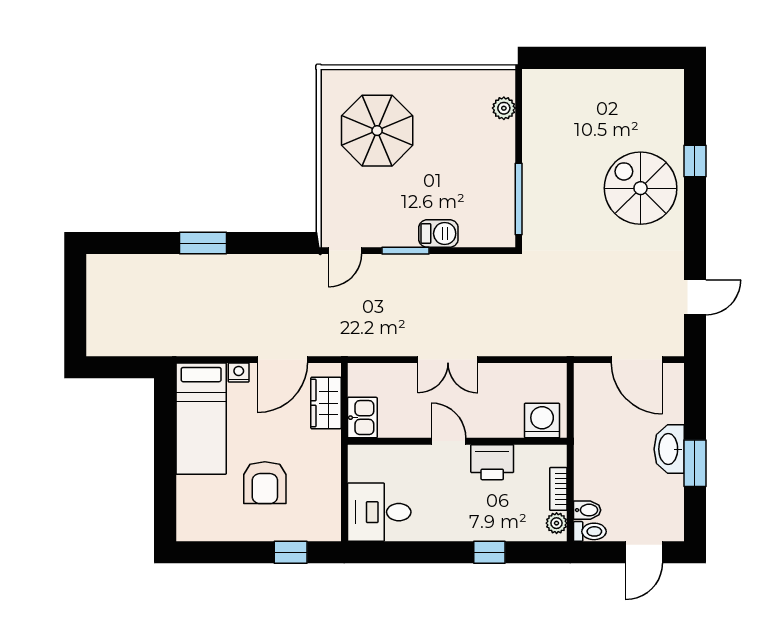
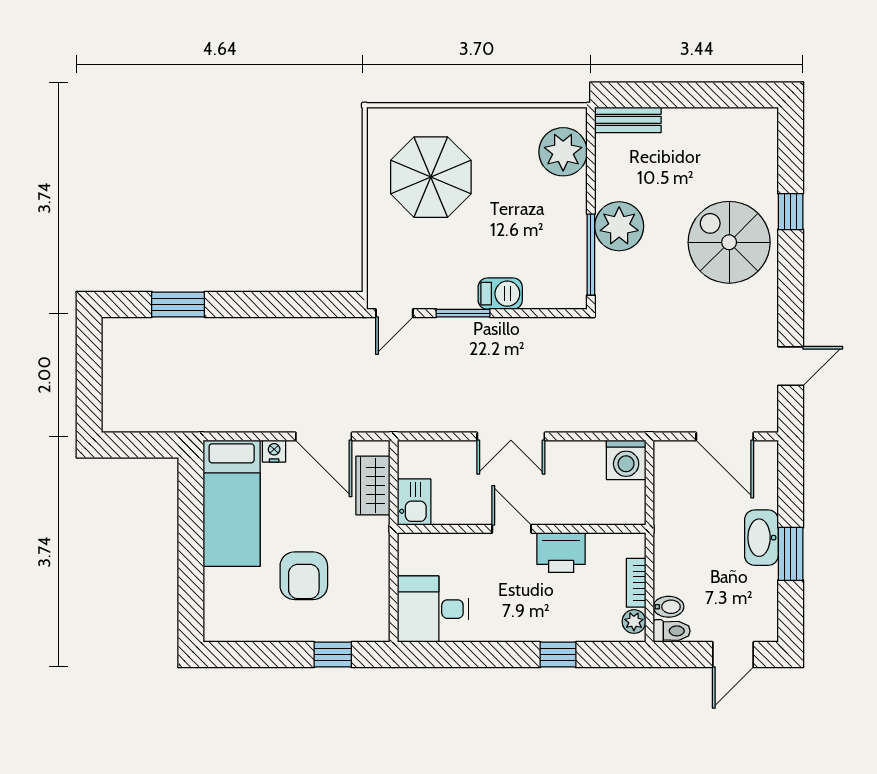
bench: (551, 80) -> (628, 120), added
plant: (504, 108) -> (563, 152), width x1.87, depth x1.87
plant: (543, 174) -> (619, 226), added
window: (203, 243) -> (178, 304), moved
door: (282, 360) -> (324, 436), hinge flipped
washing machine: (542, 421) -> (626, 460), moved, turned 180

